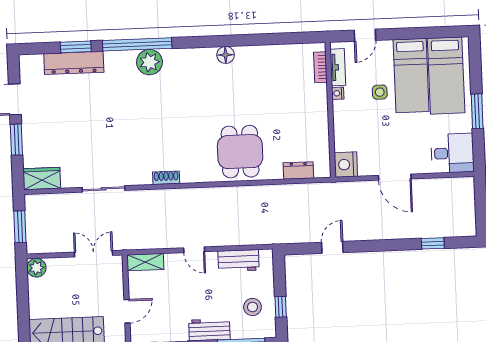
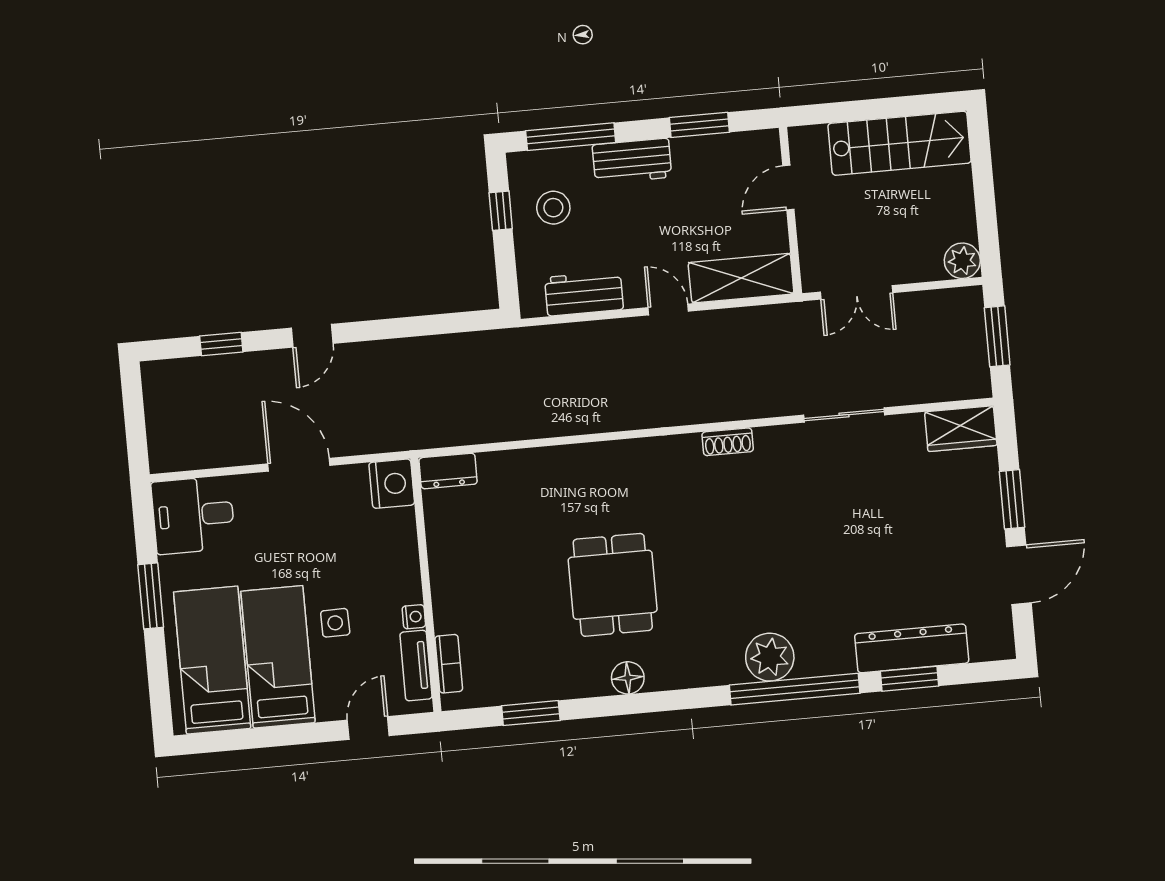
window: (278, 39) -> (531, 713), added
dining table: (240, 152) -> (613, 585), moved
dresser: (298, 170) -> (448, 471), moved
door: (332, 247) -> (312, 336), moved
shelving: (145, 262) -> (741, 278), width x1.50, depth x1.33

